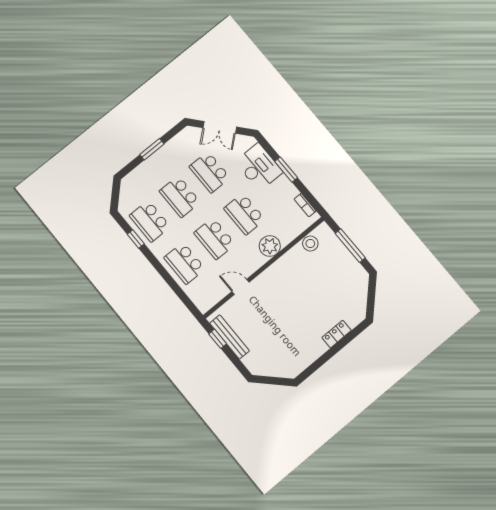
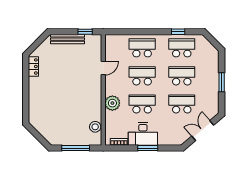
desk: (259, 167) -> (143, 134), moved
locker: (337, 334) -> (33, 66), moved
bench: (230, 337) -> (67, 39), moved

